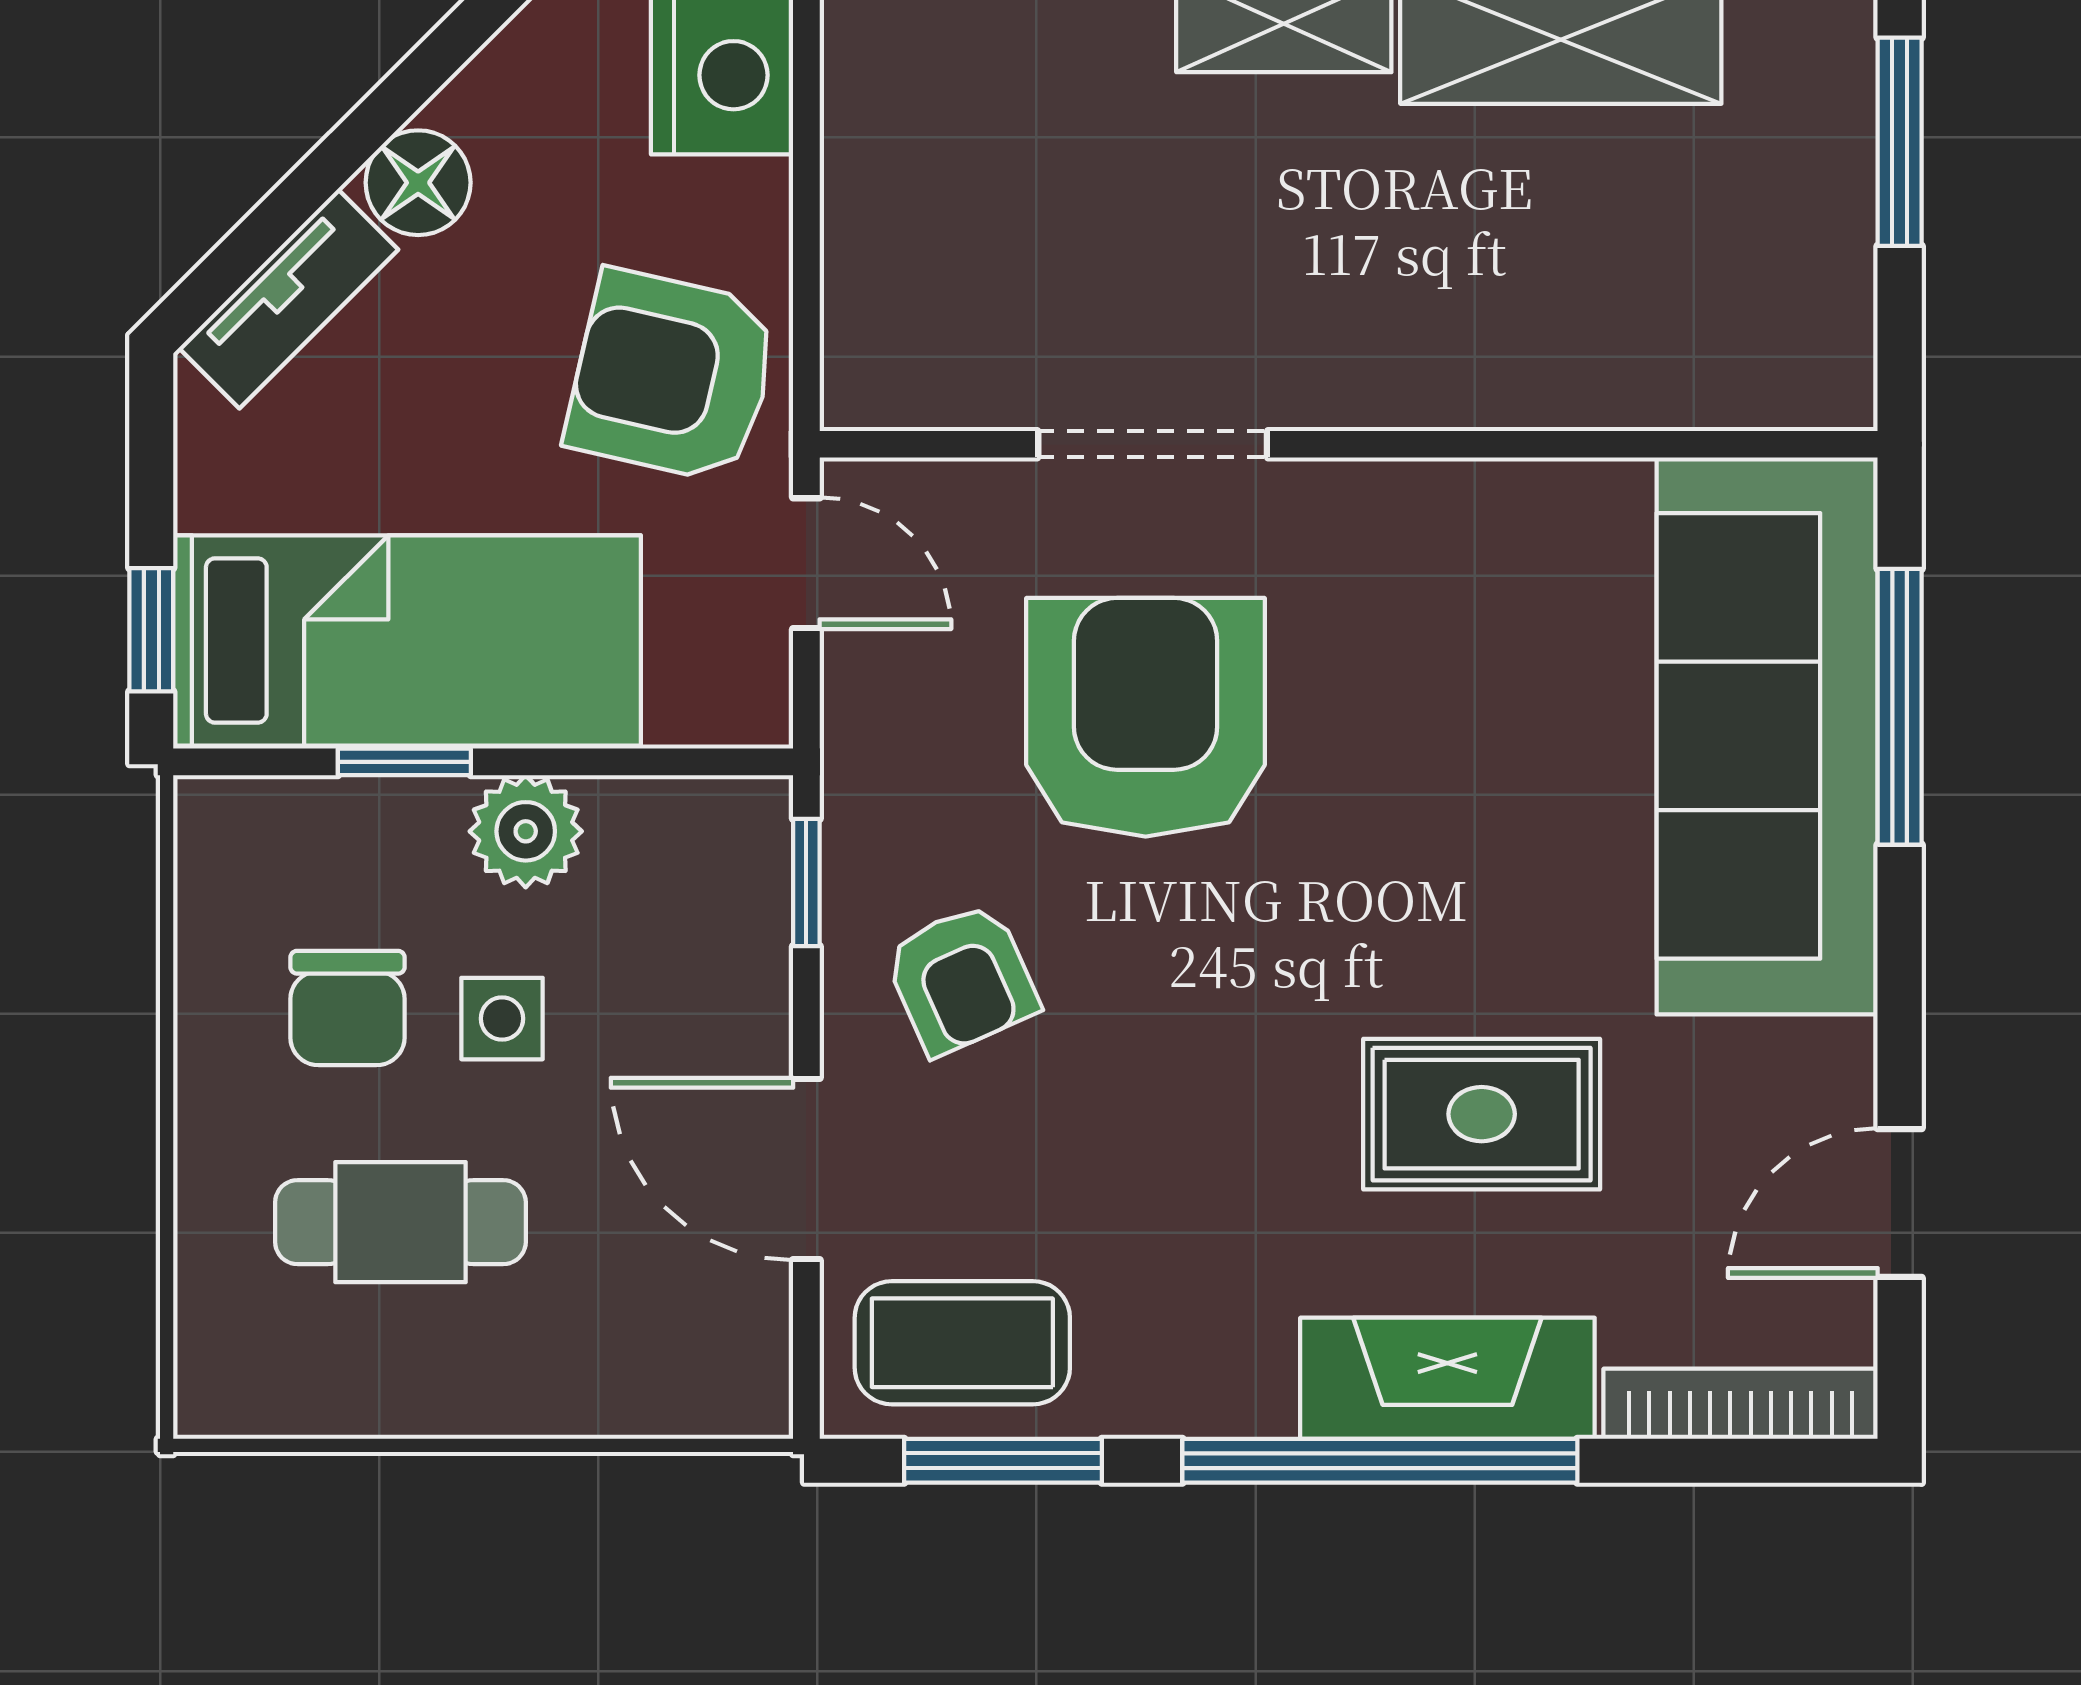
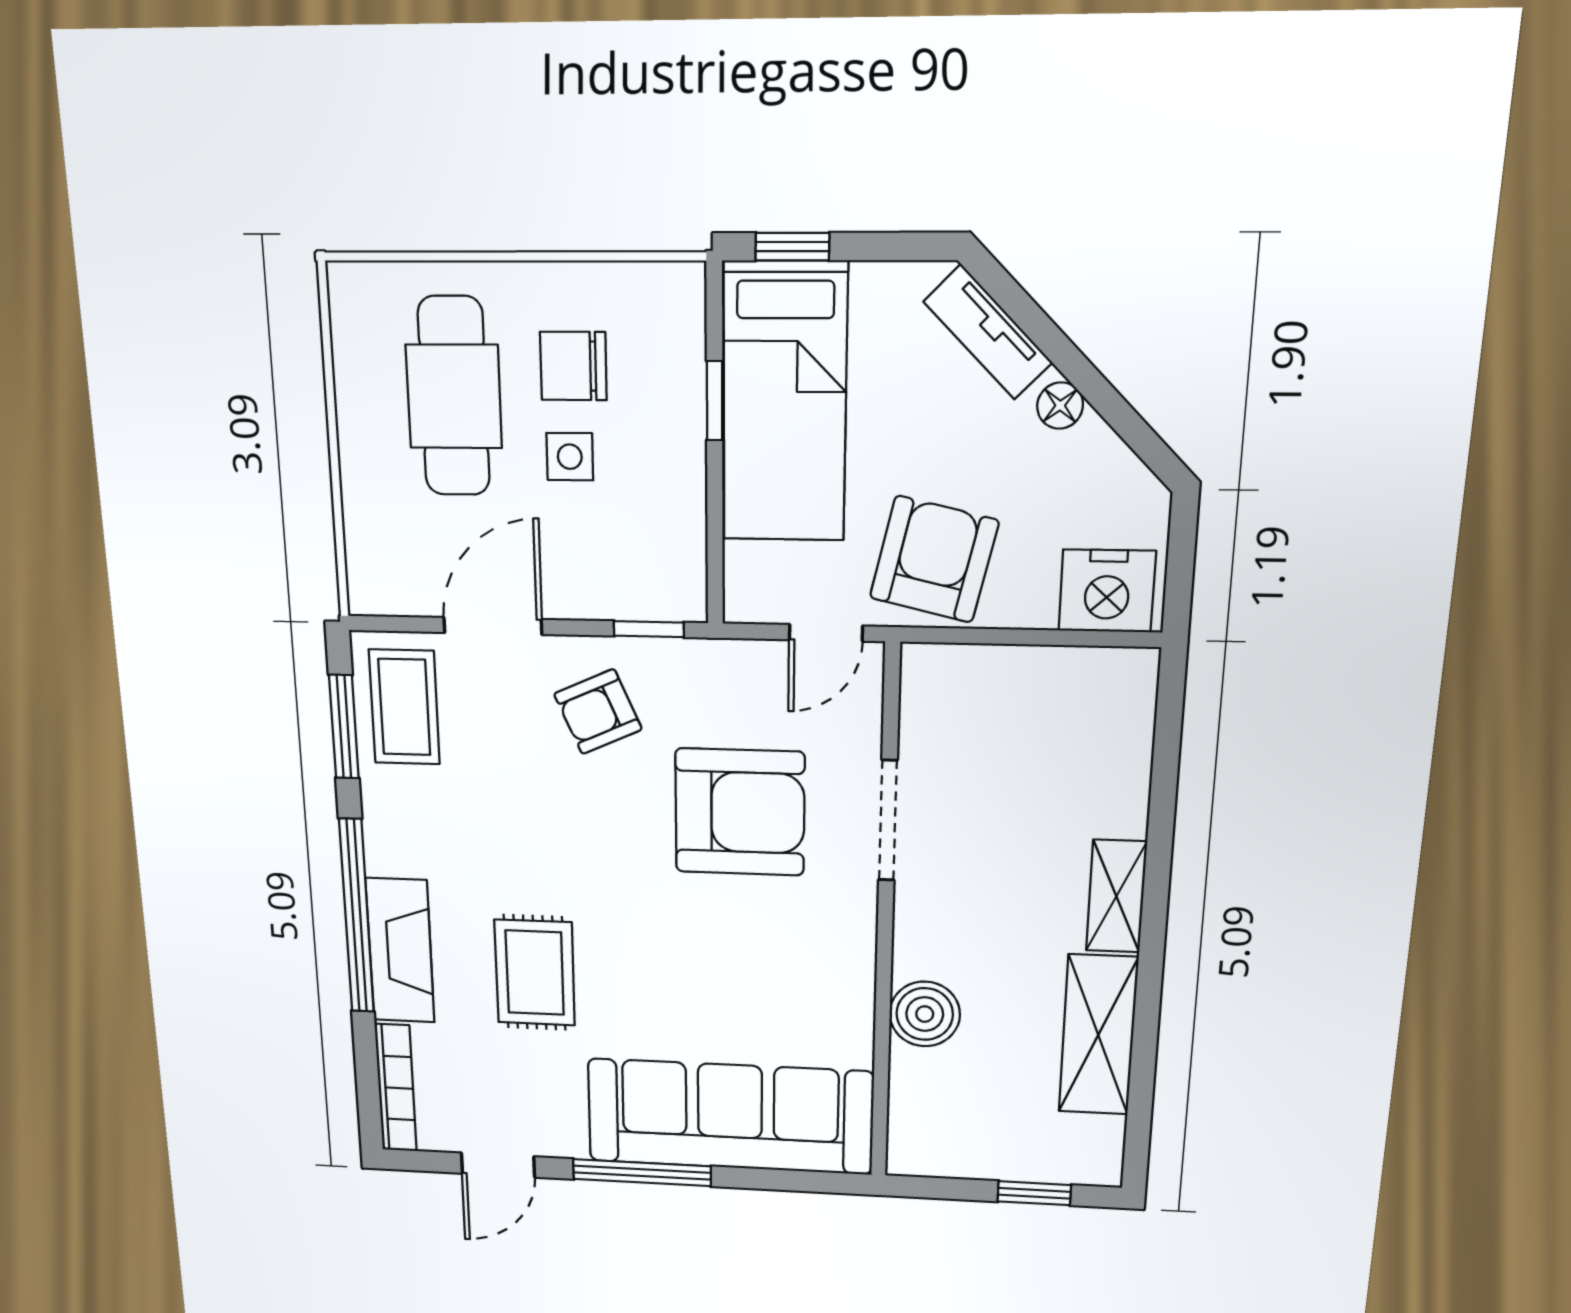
window: (1900, 142) -> (1034, 1193), width x0.67
floor lamp: (418, 183) -> (1060, 406), width x0.73, depth x0.73
boiler: (1533, 365) -> (925, 1014), added
window: (1900, 707) -> (642, 1173), moved
plant: (526, 831) -> (675, 472), removed
door: (1900, 1203) -> (498, 1165), swing flipped
cafe table: (400, 1222) -> (454, 397), width x1.37, depth x1.35

